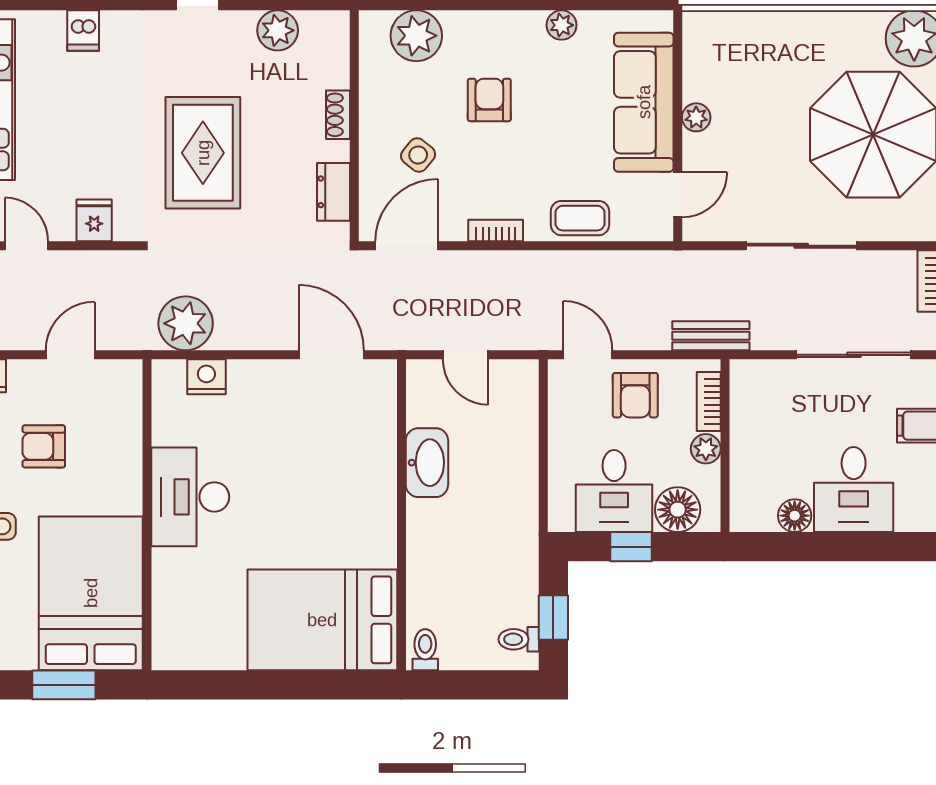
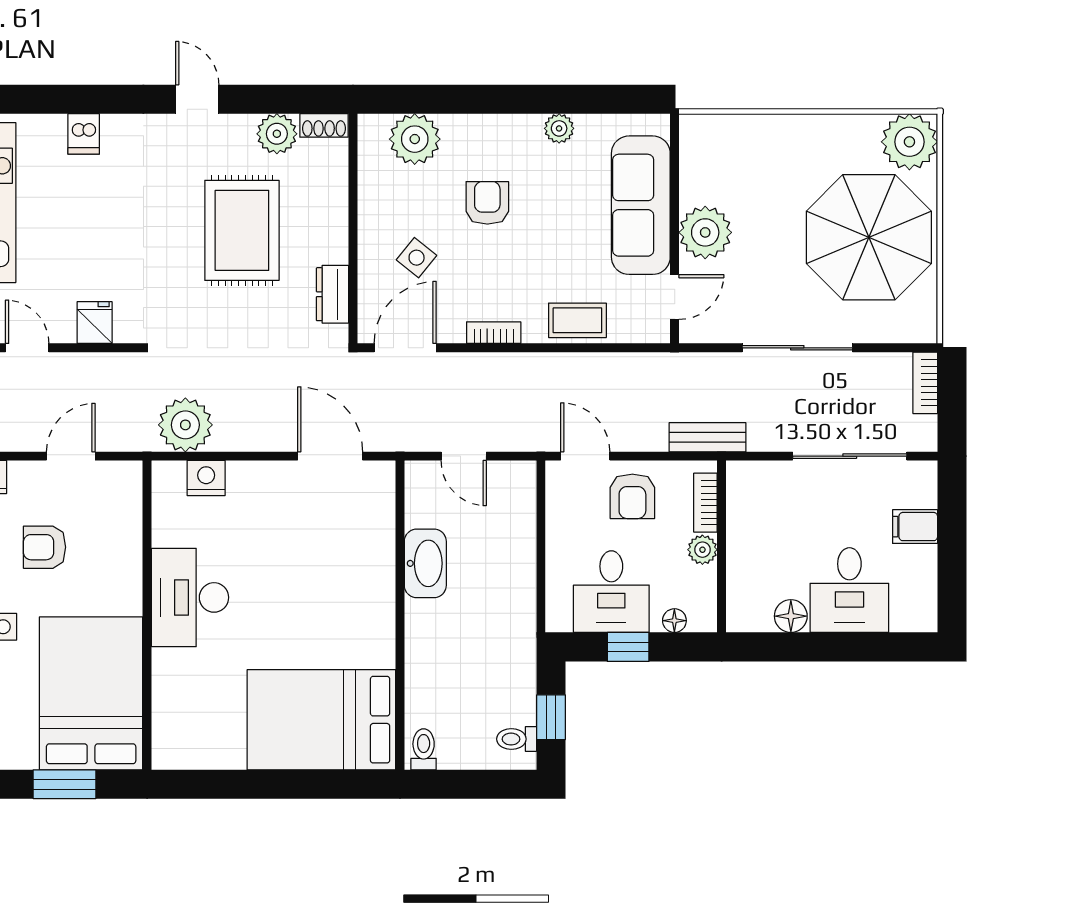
shoe rack: (338, 115) -> (324, 125), moved, turned -90
plant: (696, 117) -> (705, 232), width x1.87, depth x1.87
rug: (203, 153) -> (242, 230), moved
floor lamp: (678, 510) -> (674, 621), width x0.53, depth x0.53

